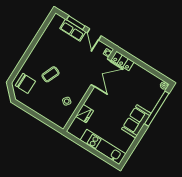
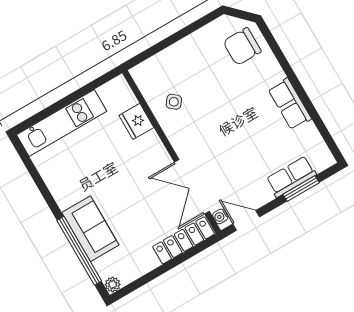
door: (94, 34) -> (246, 220), moved
row of seats: (40, 48) -> (290, 104), added
locker: (123, 61) -> (184, 240), width x1.53
coffee table: (51, 74) -> (235, 98), removed
sofa: (136, 121) -> (90, 229), moved

